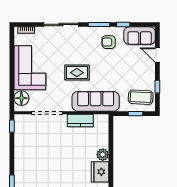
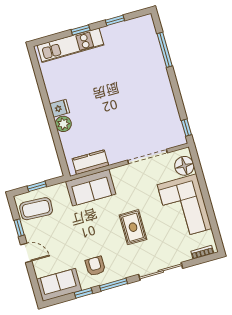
armchair: (109, 42) -> (95, 266), turned -90
door: (157, 55) -> (26, 253), moved
rug: (77, 73) -> (133, 227), moved, turned 90
sofa: (96, 101) -> (91, 188), width x0.73
kitchen counter: (80, 120) -> (90, 162), moved
fridge: (100, 172) -> (60, 108), width x0.53, depth x0.75

